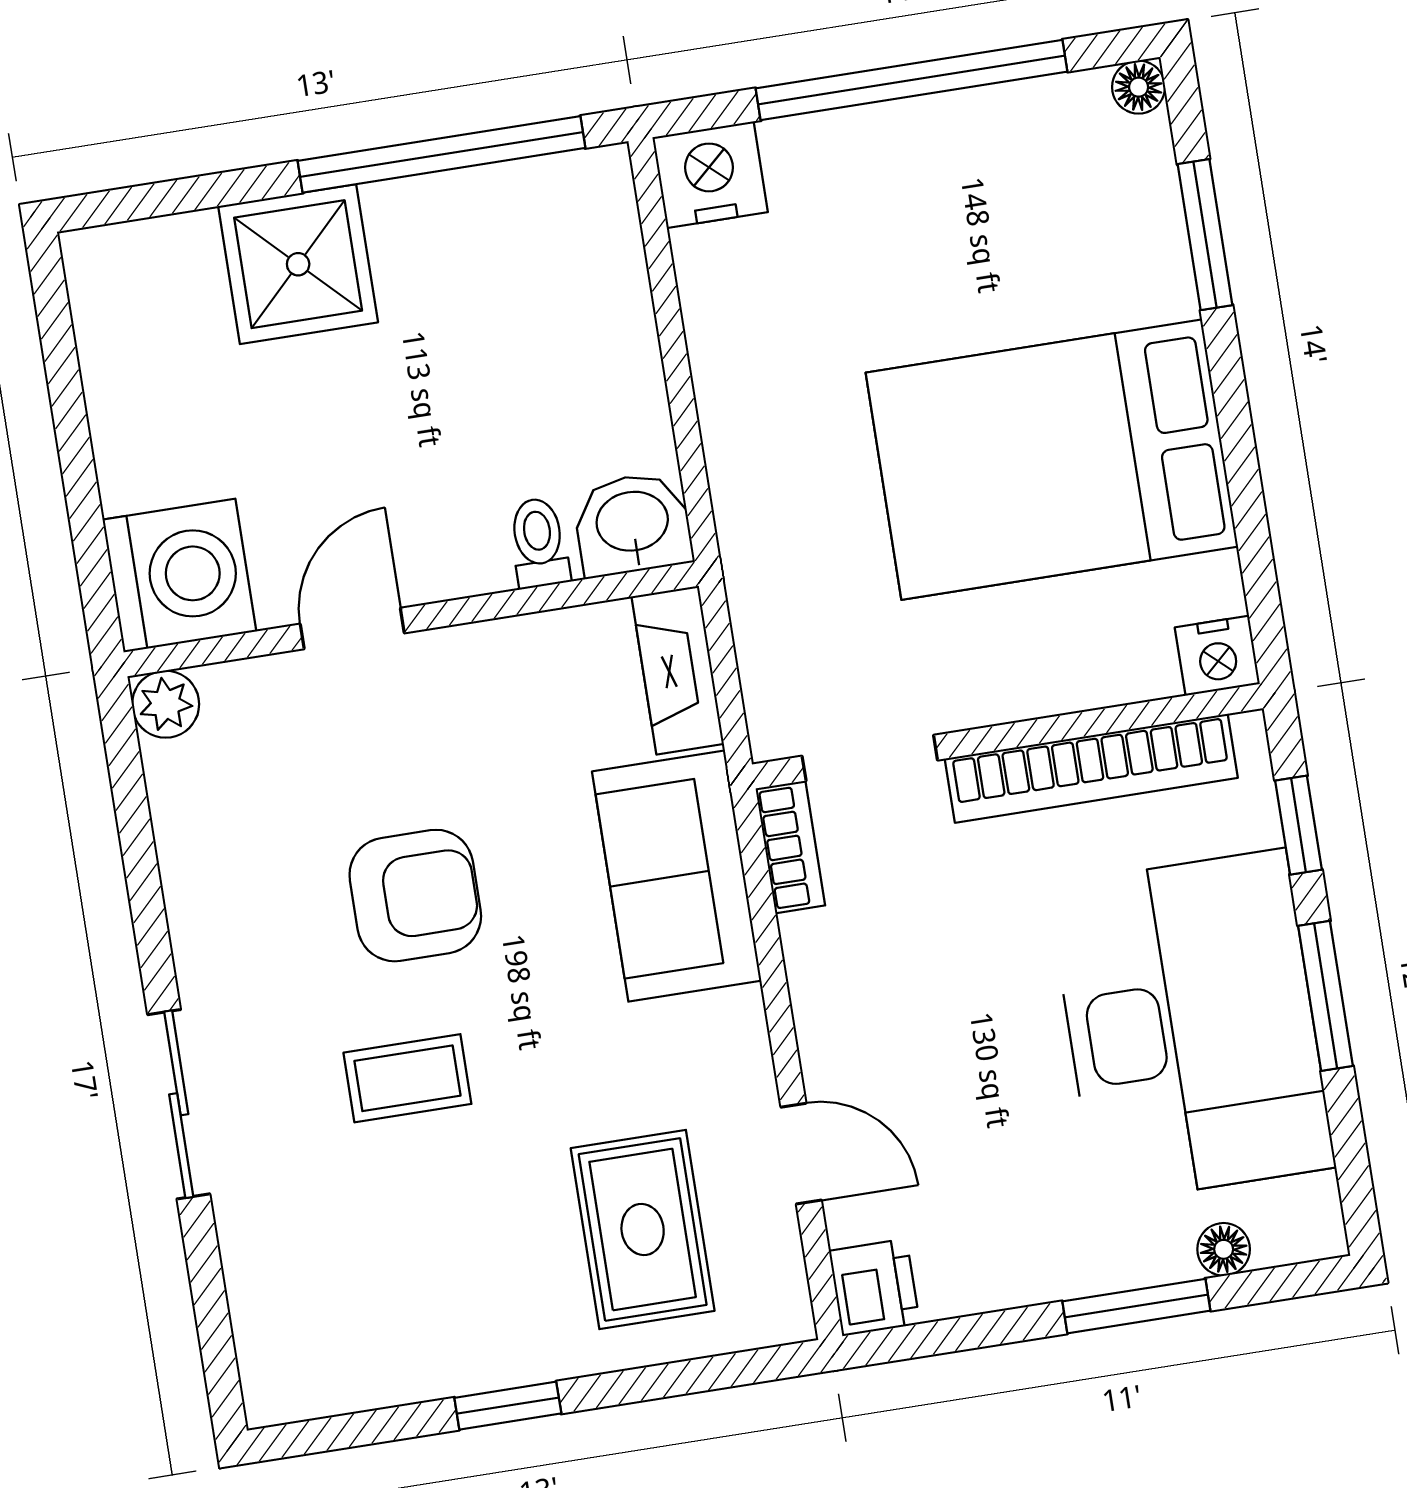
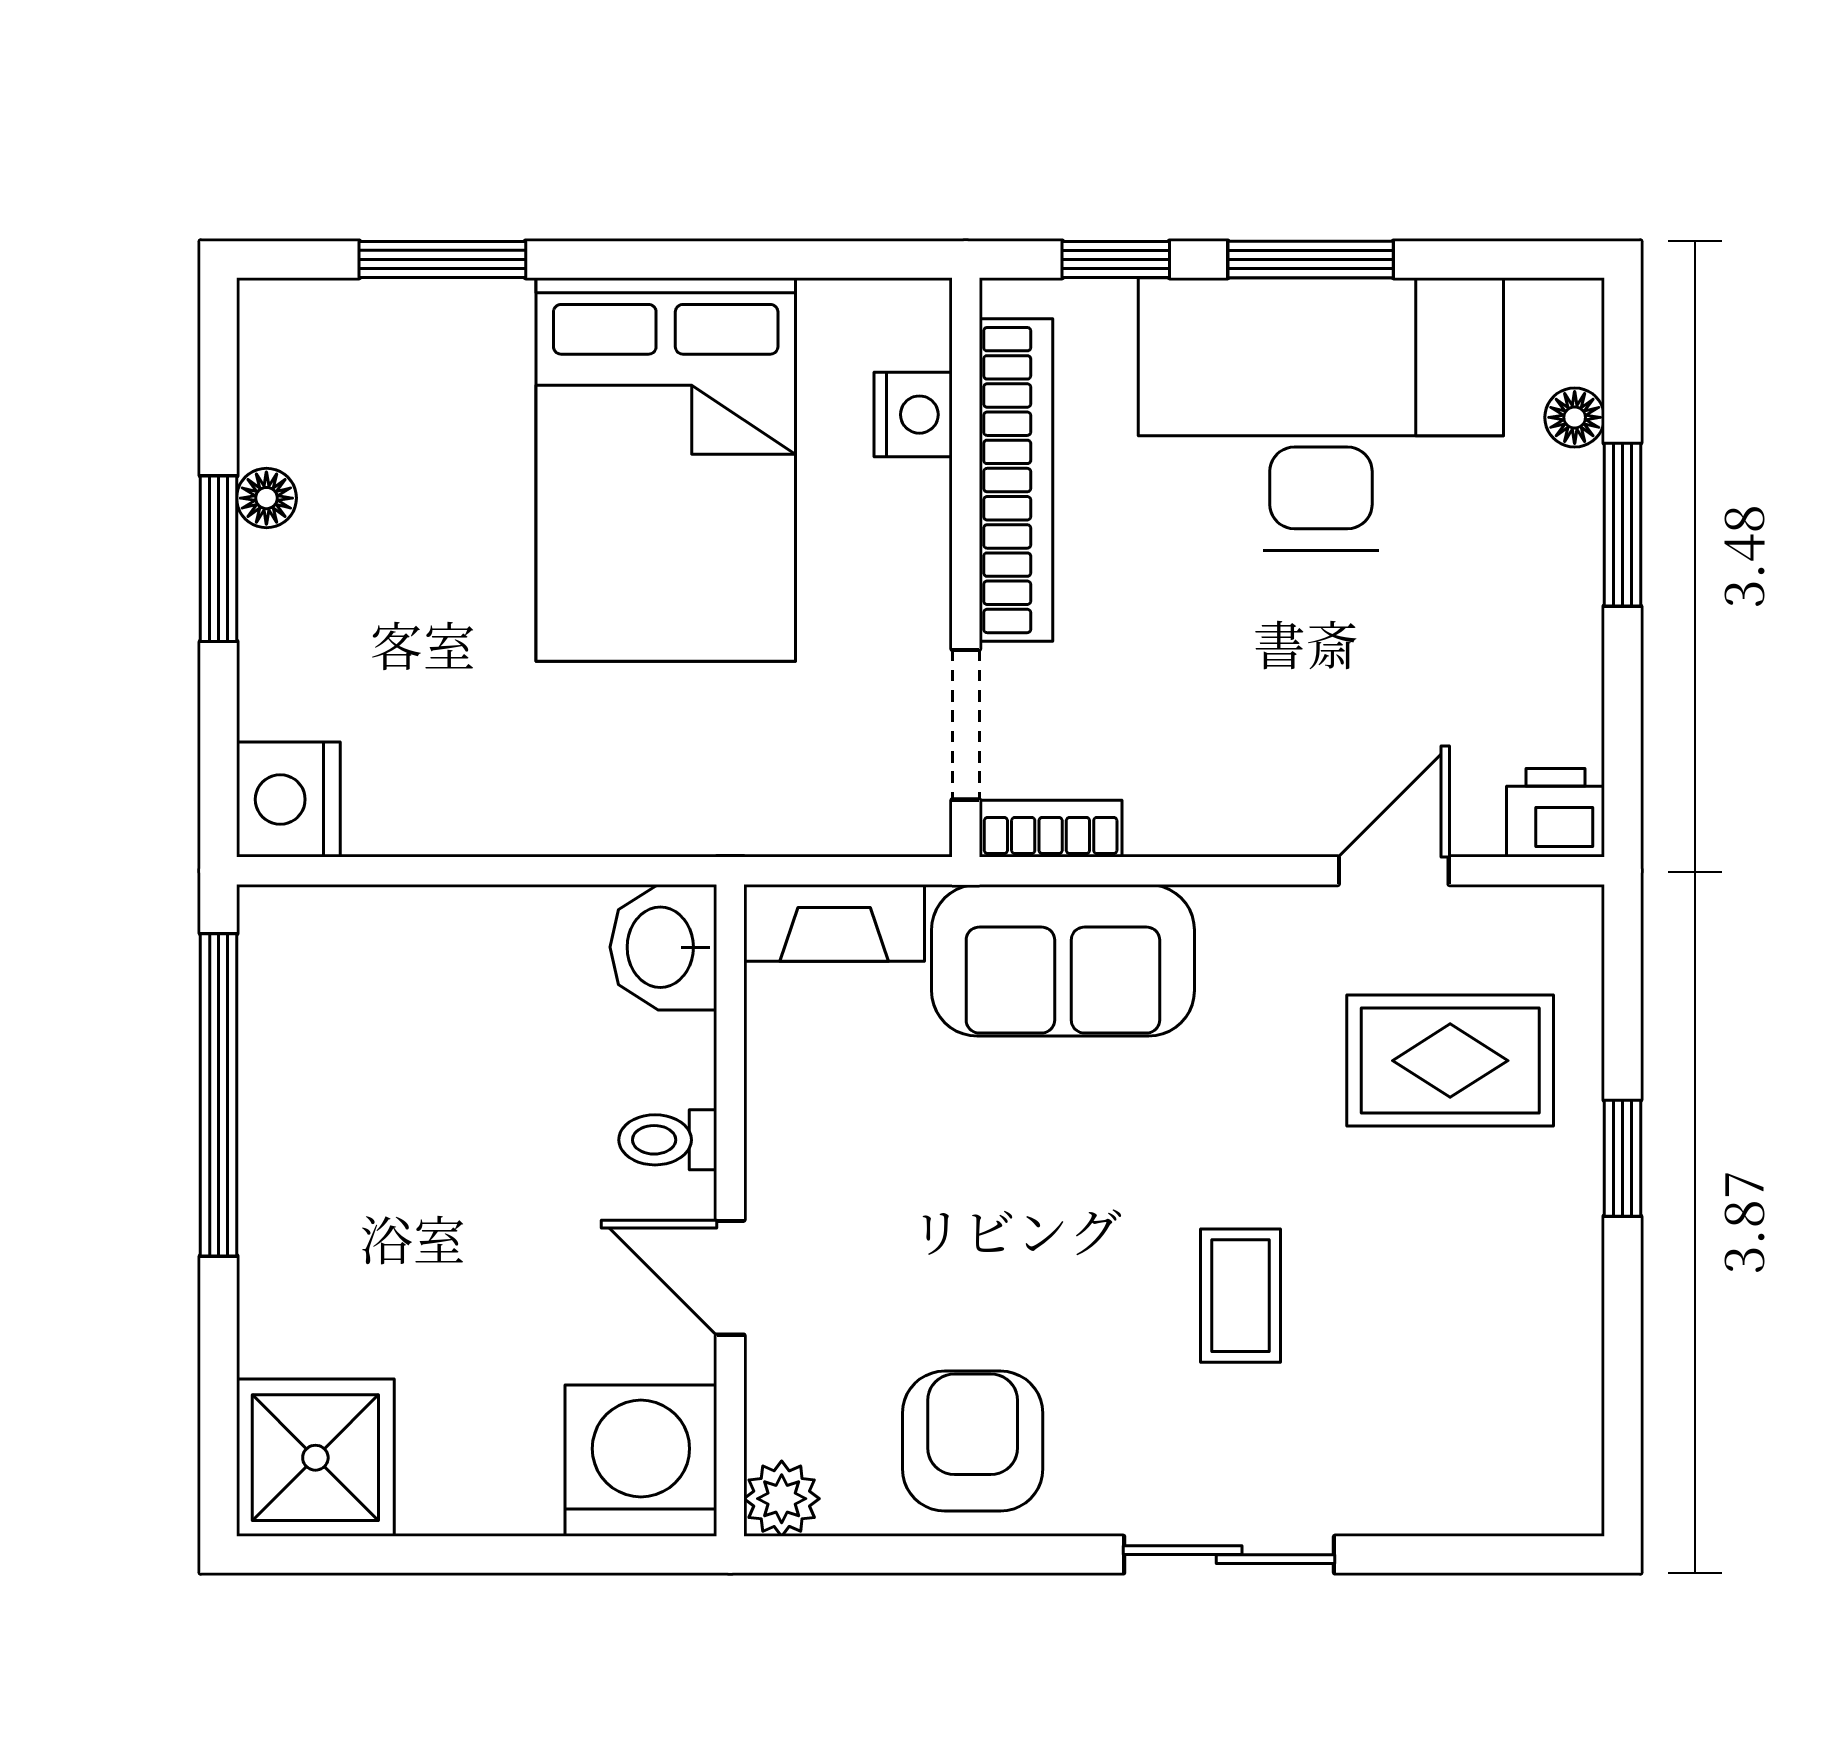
window: (912, 80) -> (219, 559), width x0.47
floor lamp: (1139, 87) -> (266, 498), moved
shower: (298, 264) -> (315, 1458), moved
toilet: (539, 543) -> (668, 1140), moved
nightstand: (1217, 656) -> (913, 415), moved
armchair: (415, 896) -> (973, 1441), moved
window: (508, 1406) -> (1622, 1158), moved

